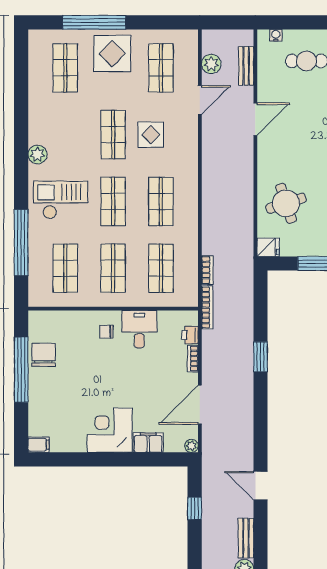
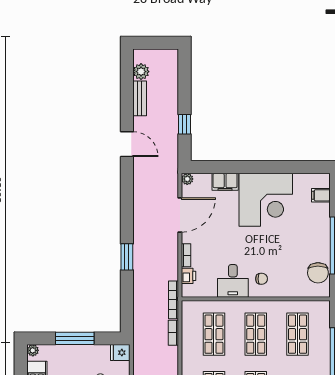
chair: (44, 355) -> (318, 273), moved
corner desk: (110, 430) -> (266, 200), width x1.36, depth x1.36
filing cabinet: (39, 445) -> (321, 195), moved

